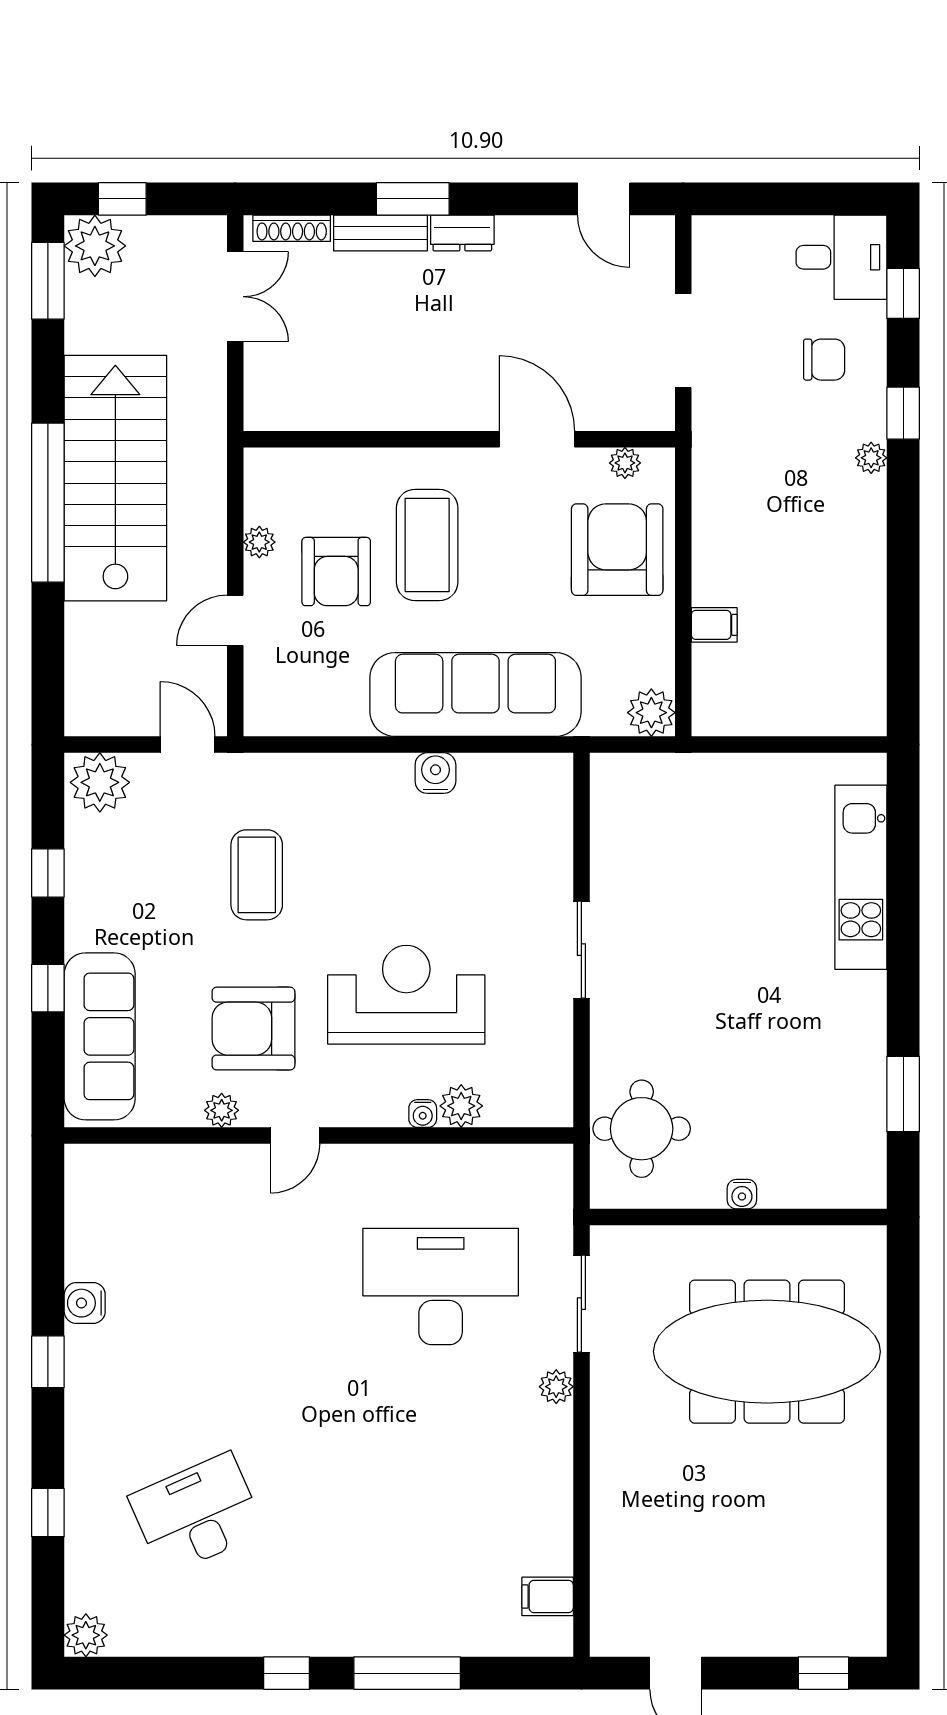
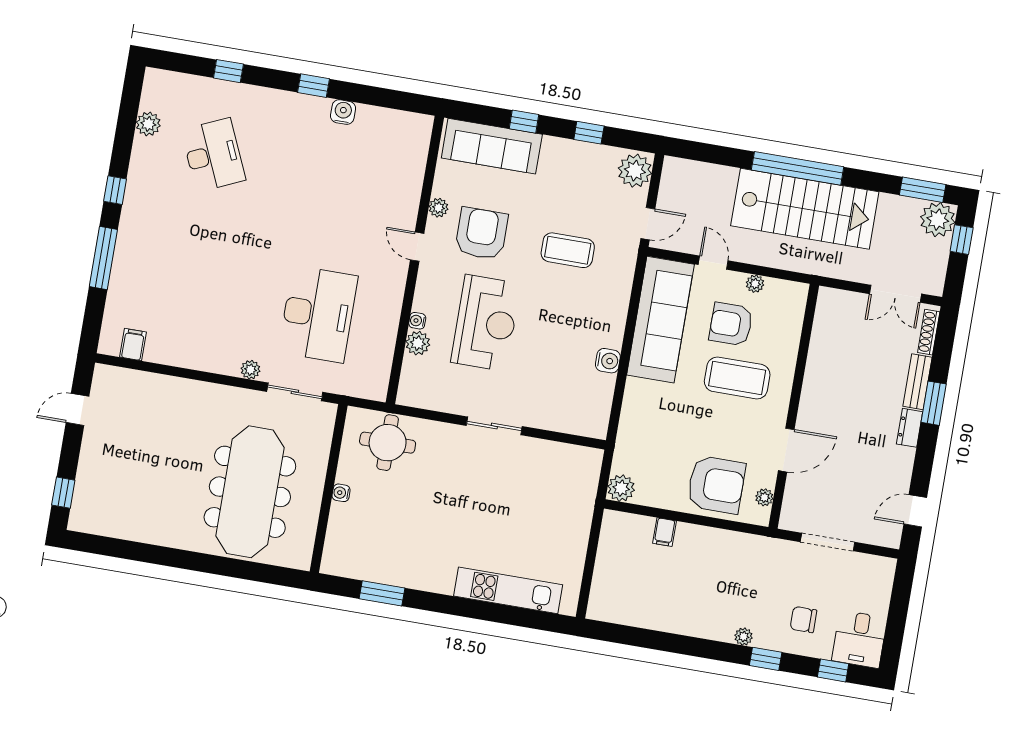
chair: (824, 360) -> (803, 620), turned 90
sofa: (475, 694) -> (660, 320), moved
plant: (86, 1635) -> (148, 124), moved

